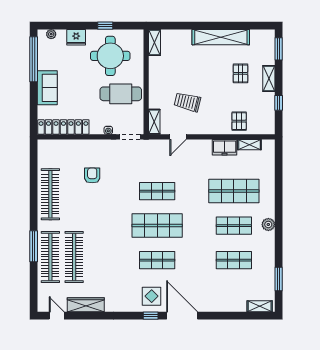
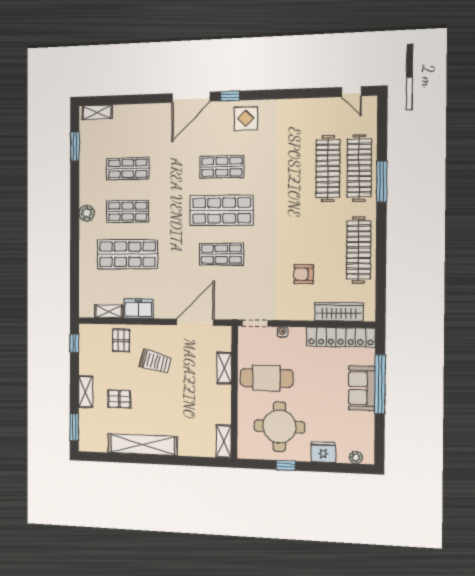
window: (34, 59) -> (380, 384), moved
pallet: (240, 73) -> (119, 399), turned 90
trolley: (187, 102) -> (155, 362), moved
window: (279, 103) -> (74, 343), moved
shelving: (154, 122) -> (224, 368), moved
door: (178, 137) -> (195, 322), width x1.88
armchair: (92, 175) -> (304, 274), turned 90
display table: (152, 296) -> (246, 118), moved
wardrobe: (86, 305) -> (339, 312), moved, turned 180
door: (182, 316) -> (191, 97), hinge flipped

